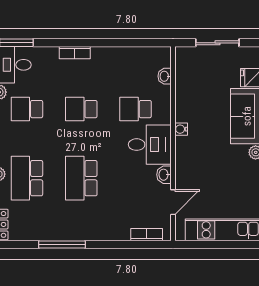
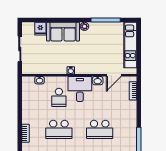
school desk: (81, 109) -> (59, 129), width x1.85
door: (173, 202) -> (114, 75), swing flipped

